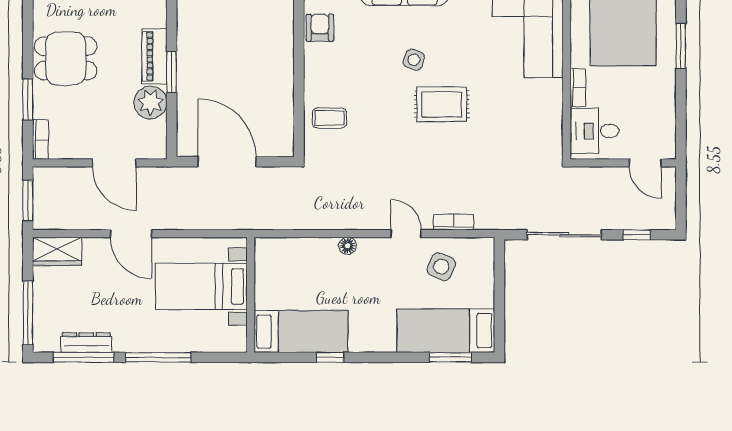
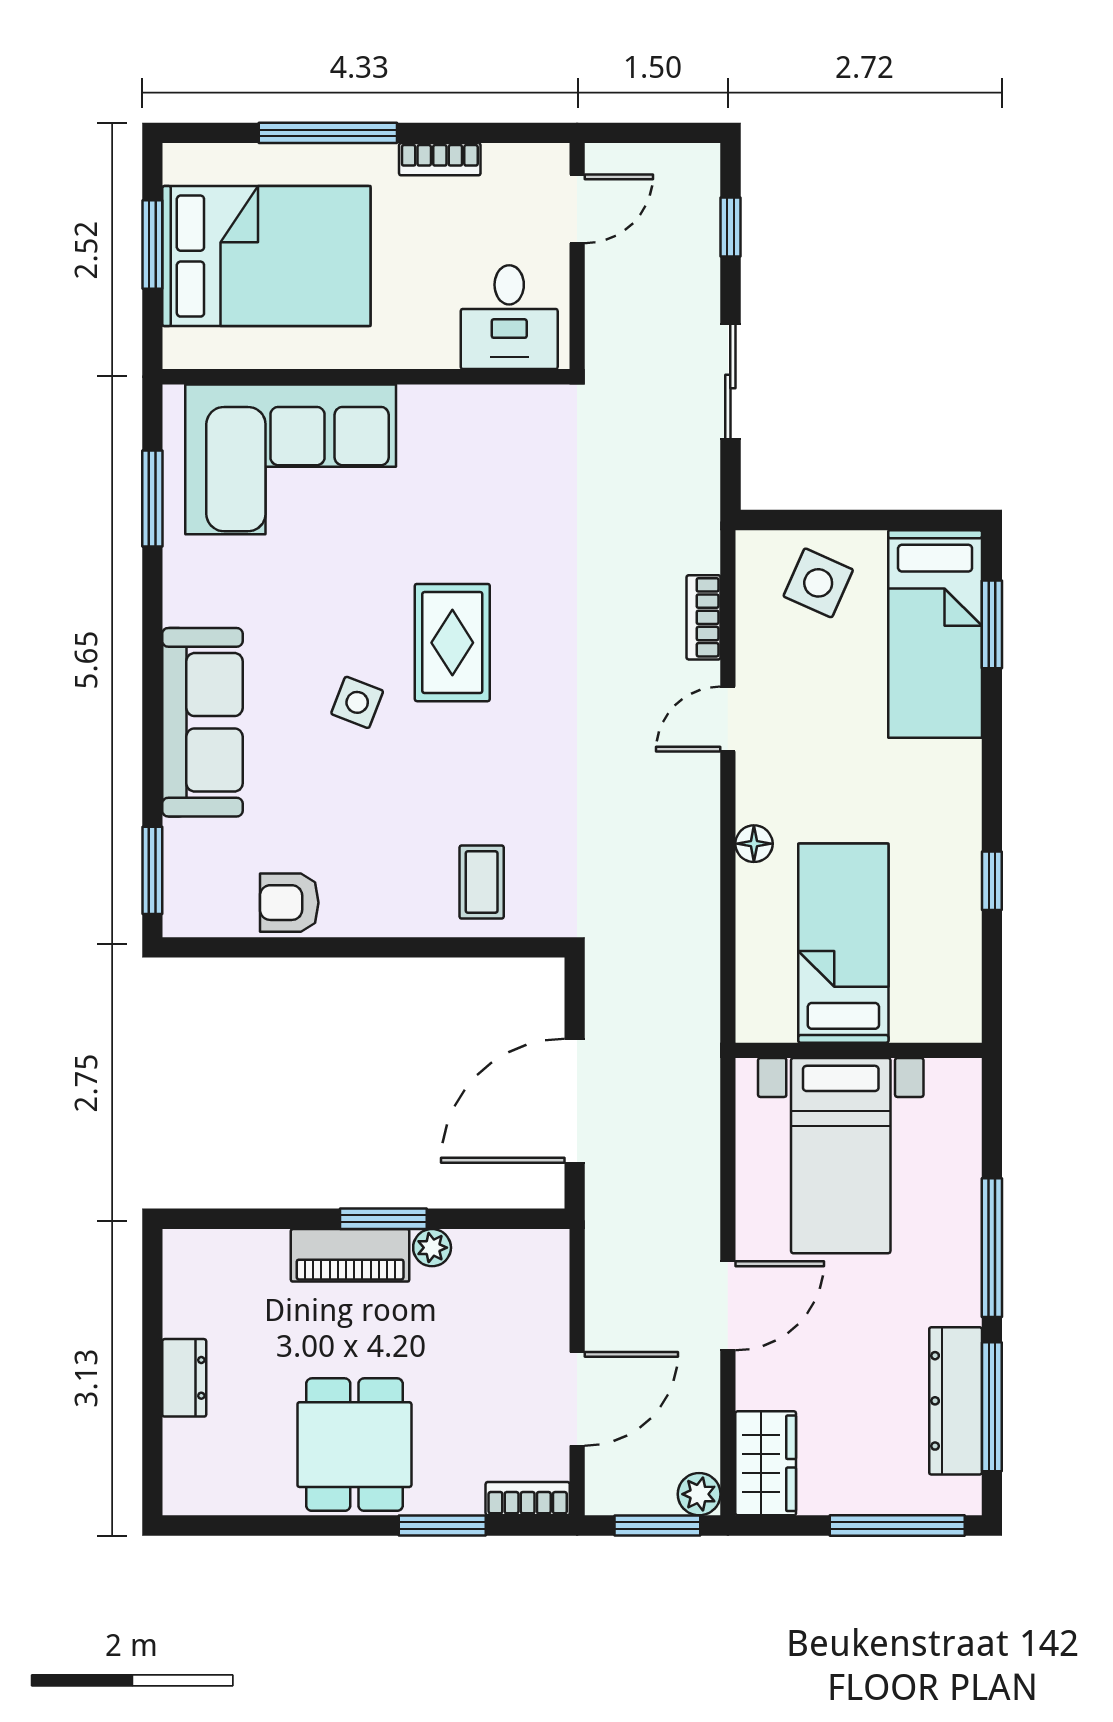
window: (681, 46) -> (328, 133), width x1.44
bookcase: (578, 87) -> (440, 159), moved, turned 180
plant: (150, 102) -> (432, 1248), width x0.53, depth x0.53
door: (114, 163) -> (577, 1399), moved
plant: (43, 220) -> (699, 1494), added
sliding door: (564, 235) -> (730, 382), width x0.73
side table: (441, 267) -> (818, 583), moved
bed: (301, 332) -> (843, 943), moved
dresser: (86, 343) -> (956, 1401), width x1.37, depth x1.24

